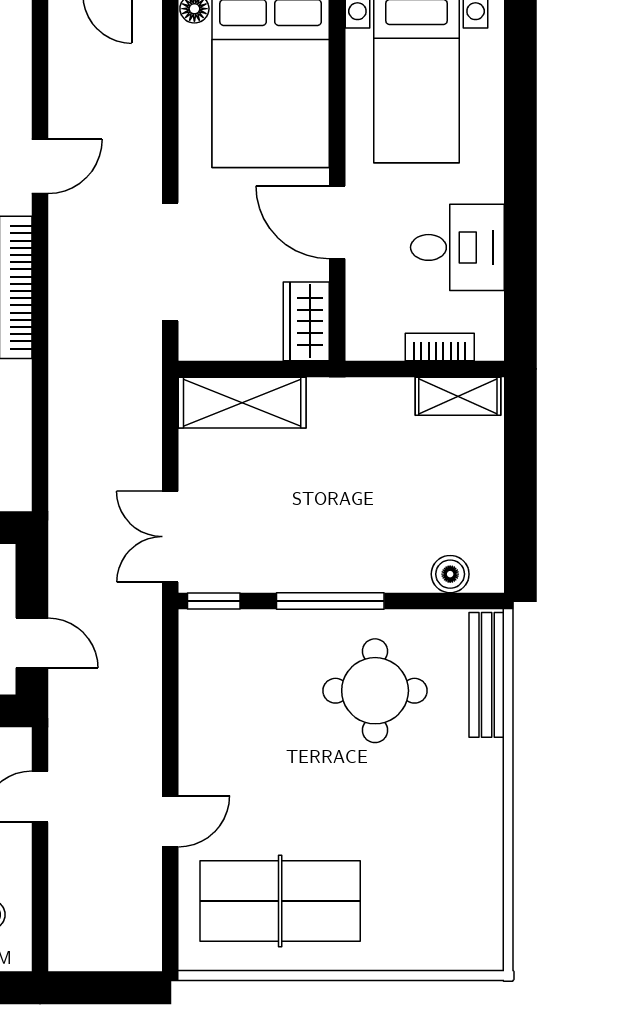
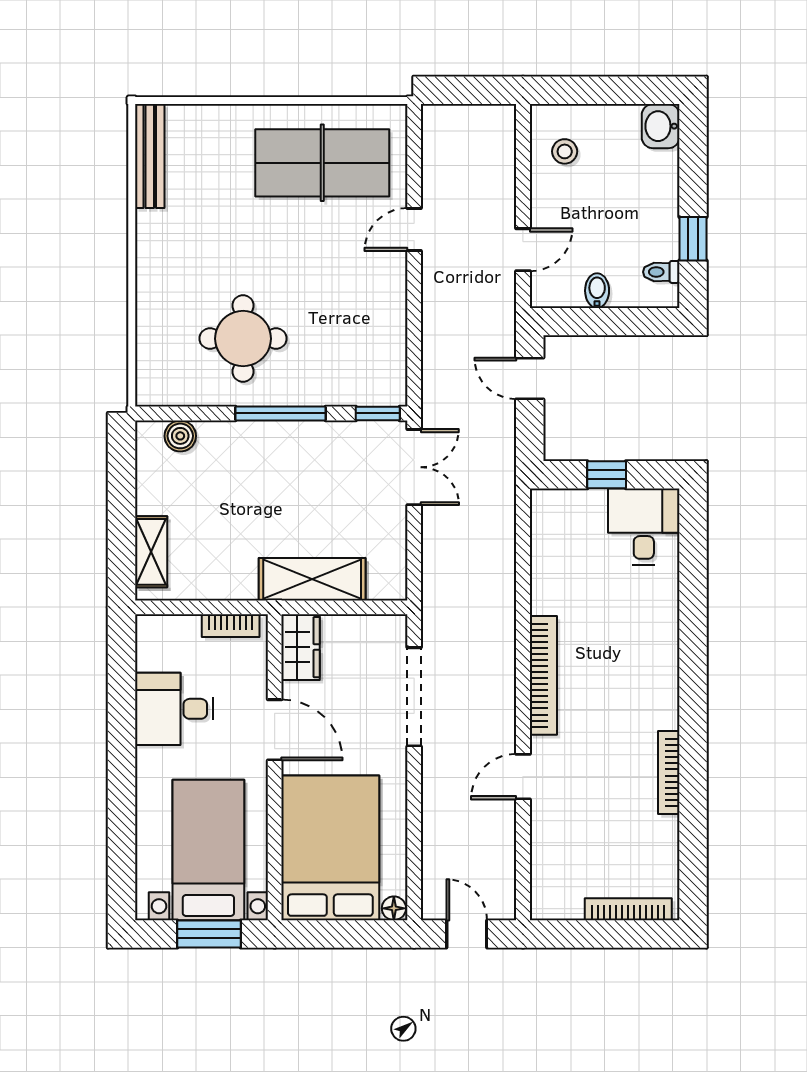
bookcase: (440, 347) -> (231, 626), moved
shelving: (458, 396) -> (151, 552), moved, turned 90
shelving: (242, 403) -> (312, 579), moved
bench: (487, 675) -> (150, 156), moved

